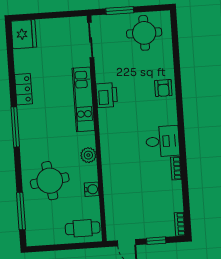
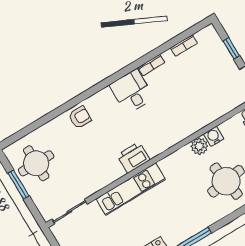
window: (120, 11) -> (19, 185), moved
printer: (107, 95) -> (133, 157), moved
plant: (88, 155) -> (199, 146), moved
bookcase: (180, 224) -> (184, 45), moved

